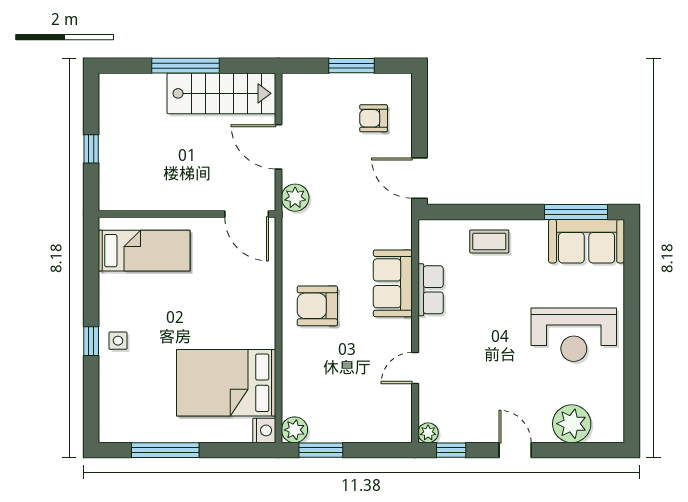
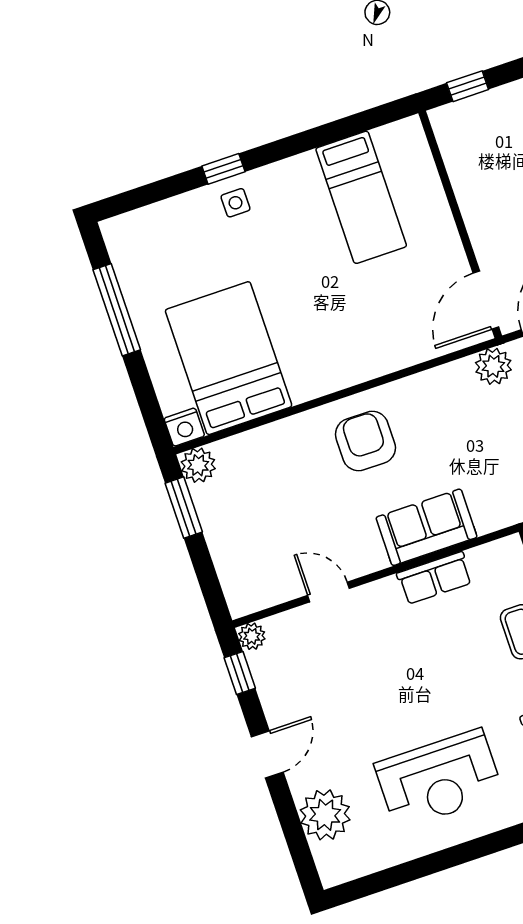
wall: (187, 214) -> (460, 224), moved
door: (247, 214) -> (486, 300), moved
reception desk: (574, 335) -> (439, 779), turned -90

